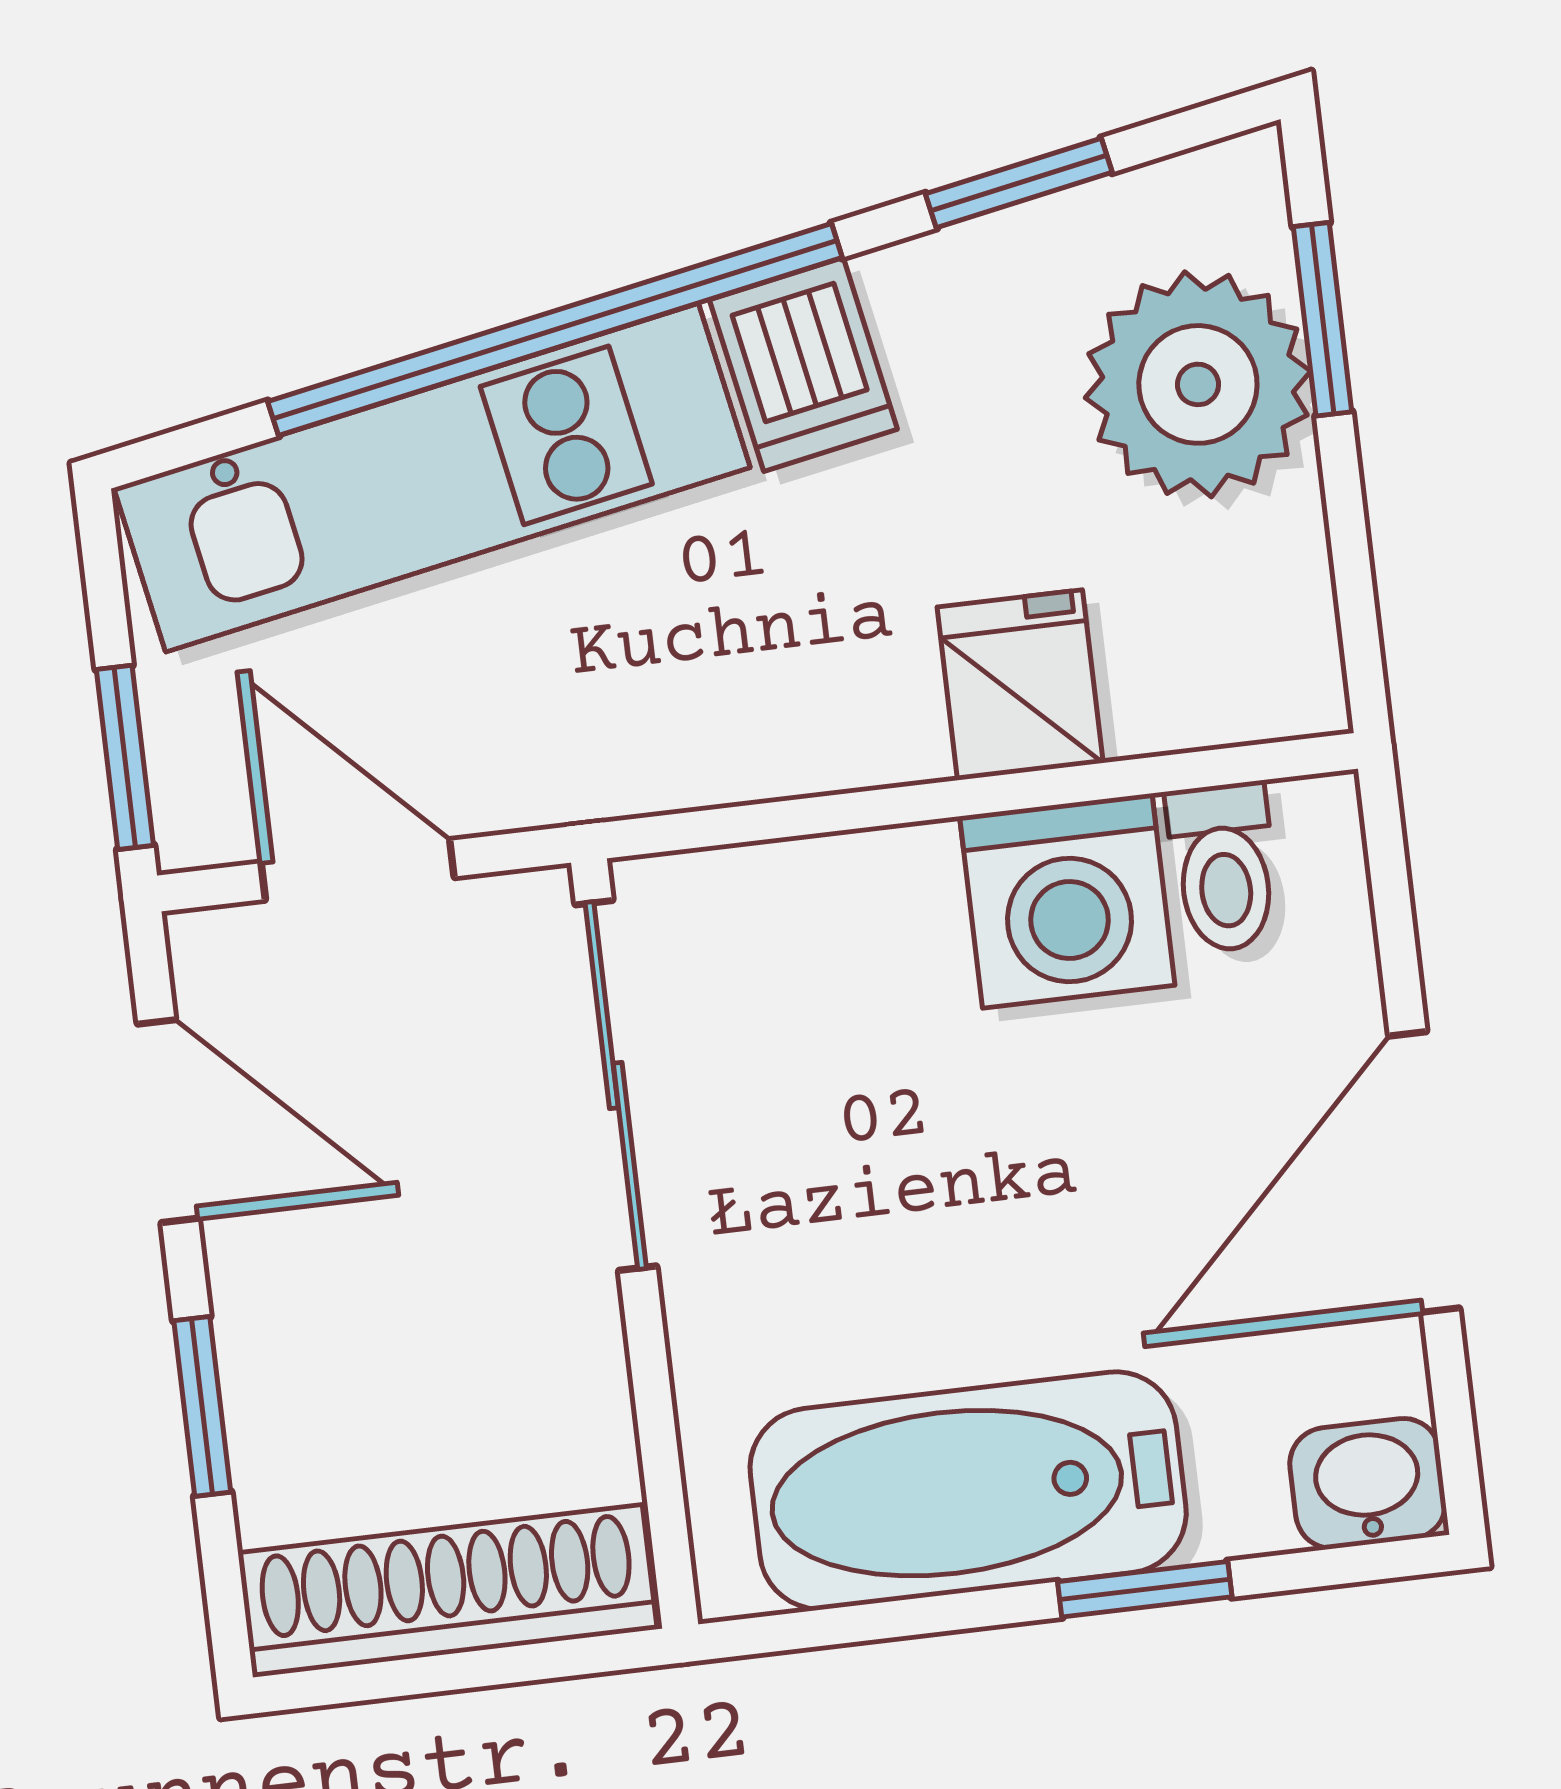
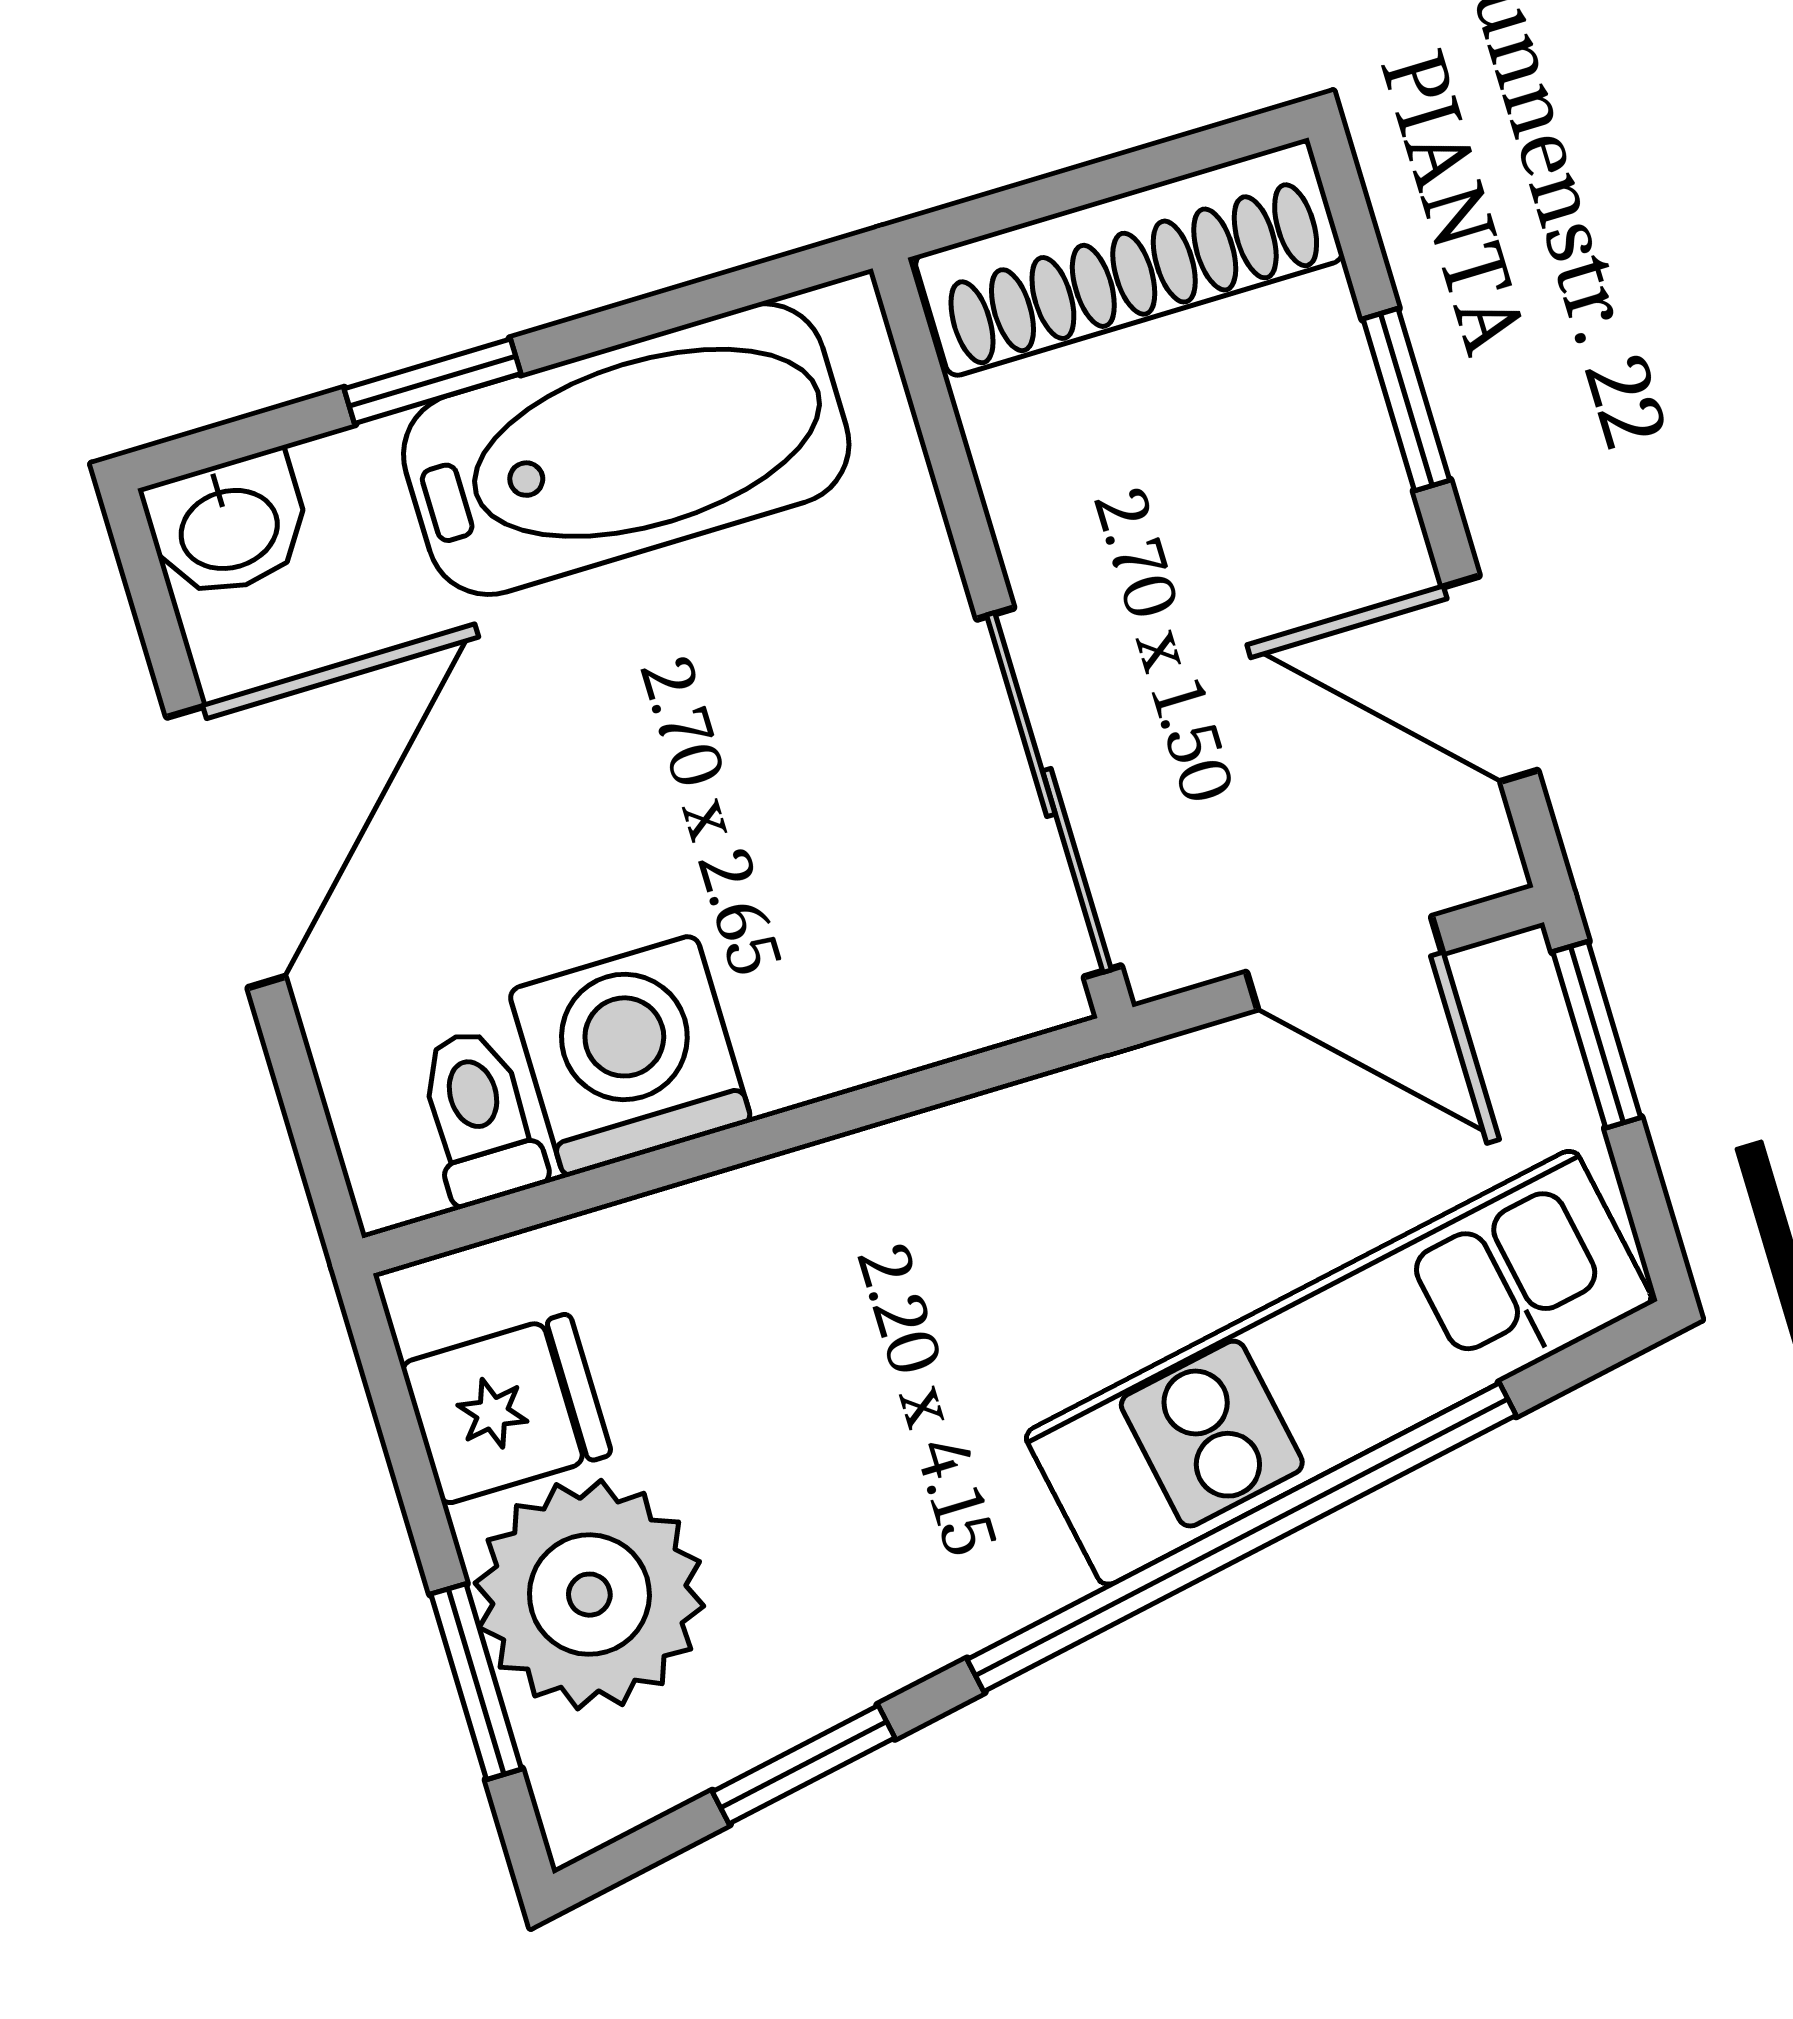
dishwasher: (803, 364) -> (987, 1546), removed
fridge: (1020, 685) -> (506, 1409), moved, turned -90

